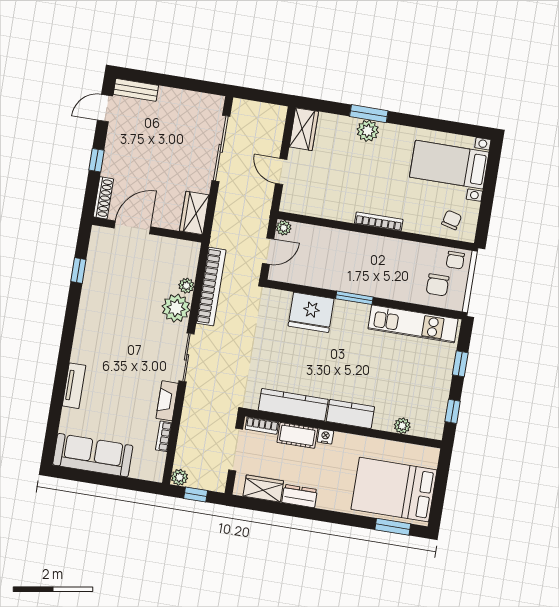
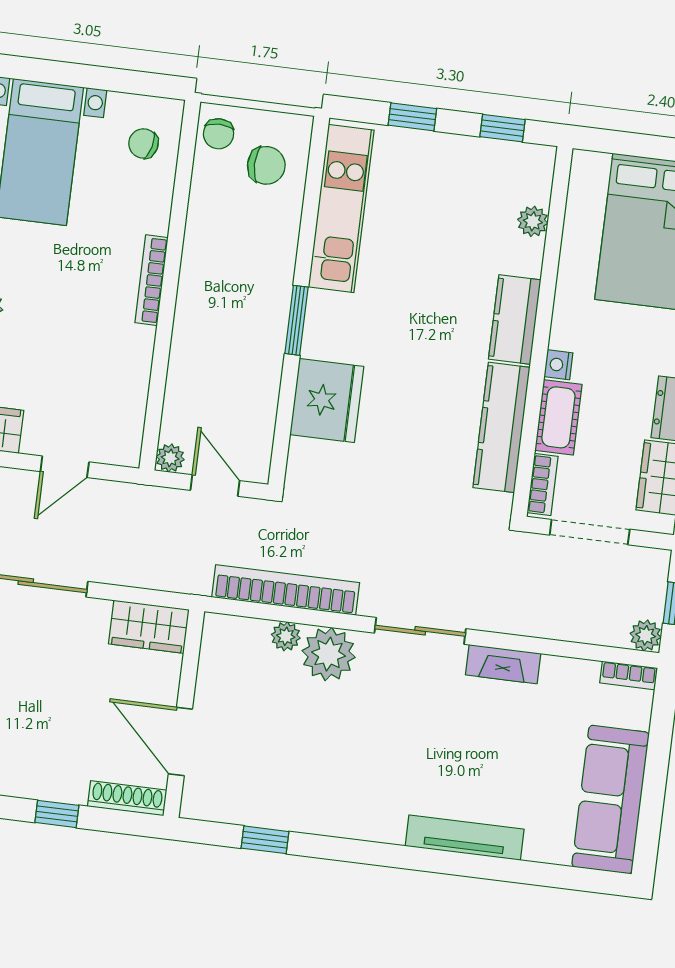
chair: (455, 260) -> (219, 134), turned 90
tv unit: (74, 386) -> (465, 838), width x1.41
bookcase: (164, 436) -> (629, 675), moved

